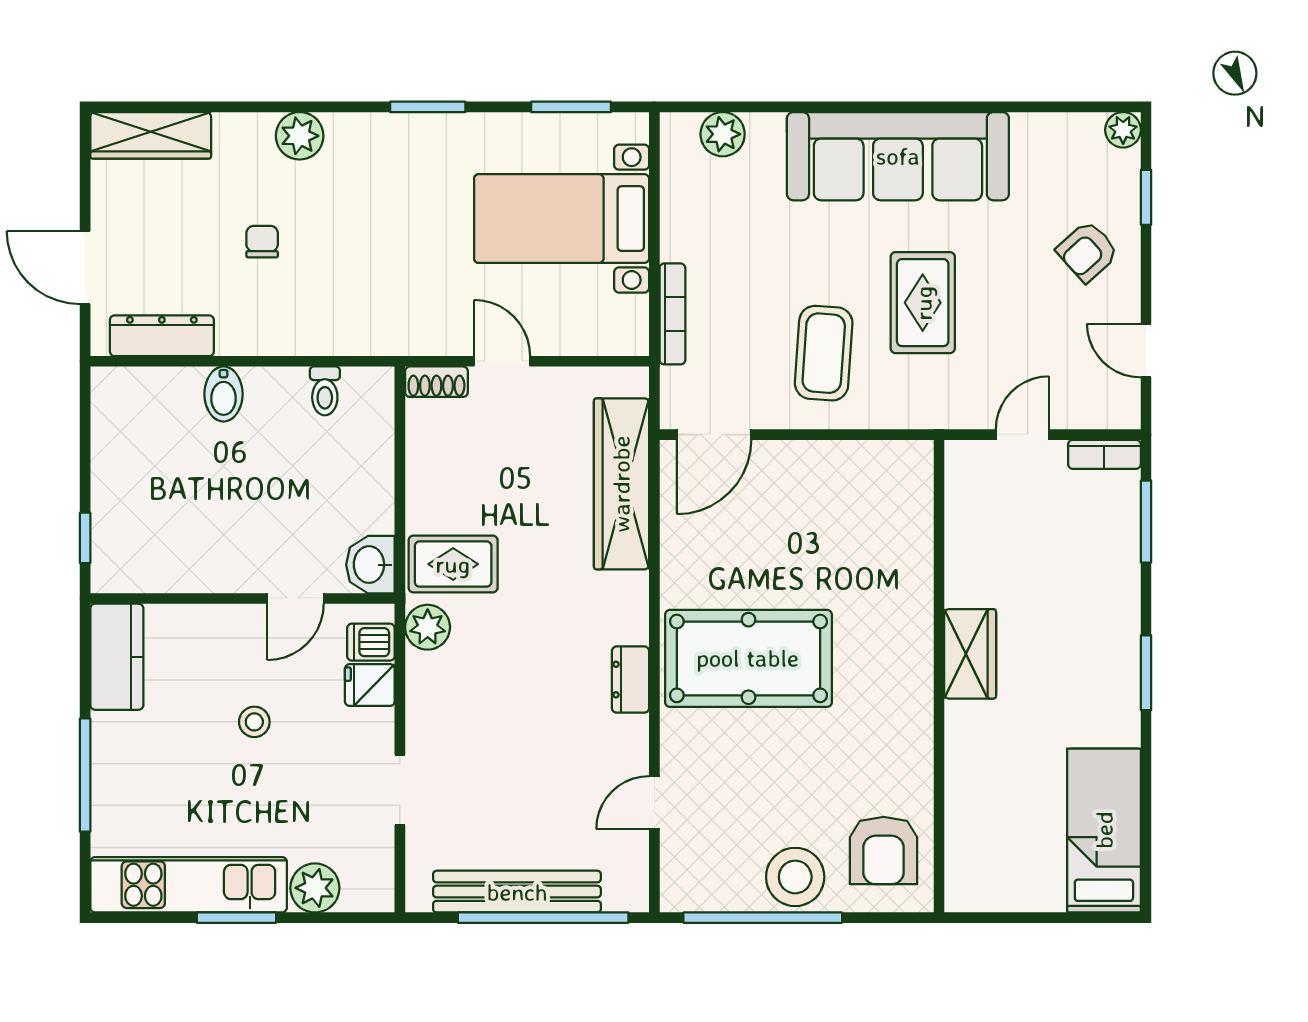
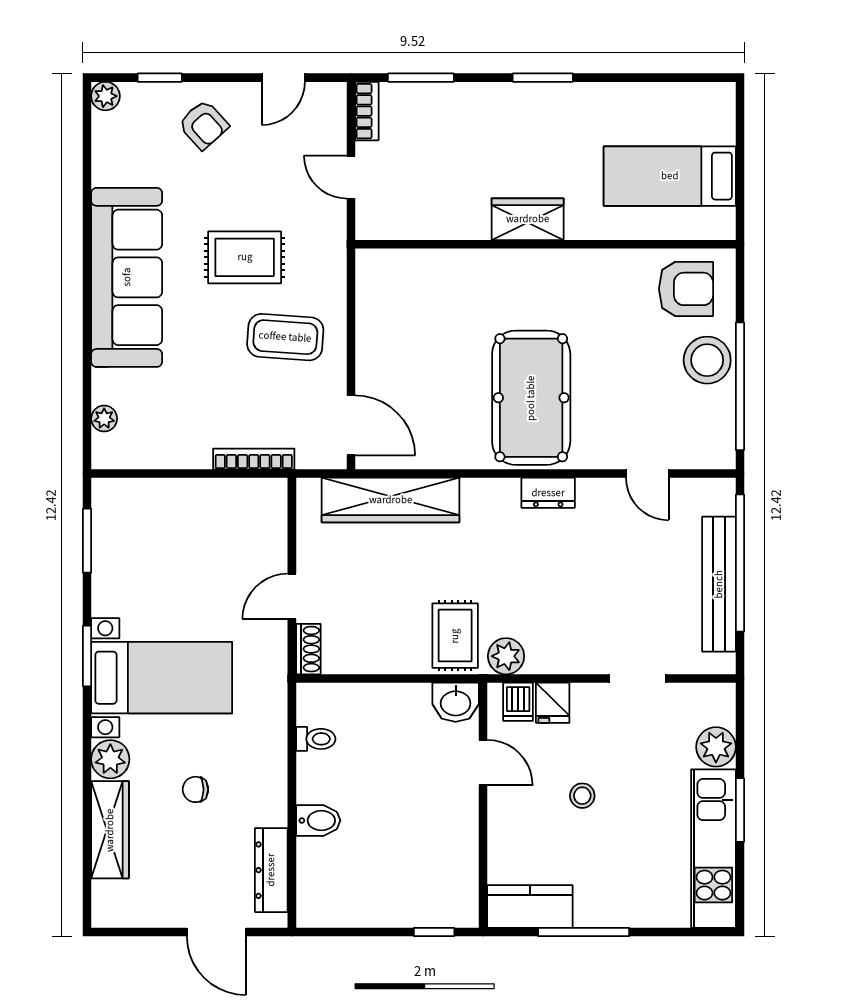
plant: (723, 134) -> (104, 419), width x0.73, depth x0.73
wardrobe: (151, 135) -> (110, 830), moved
bed with nightstands: (562, 219) -> (162, 678), moved, turned -90
door: (85, 267) -> (216, 932), hinge flipped
window: (85, 775) -> (584, 932), moved
bed: (1104, 830) -> (670, 176), moved

